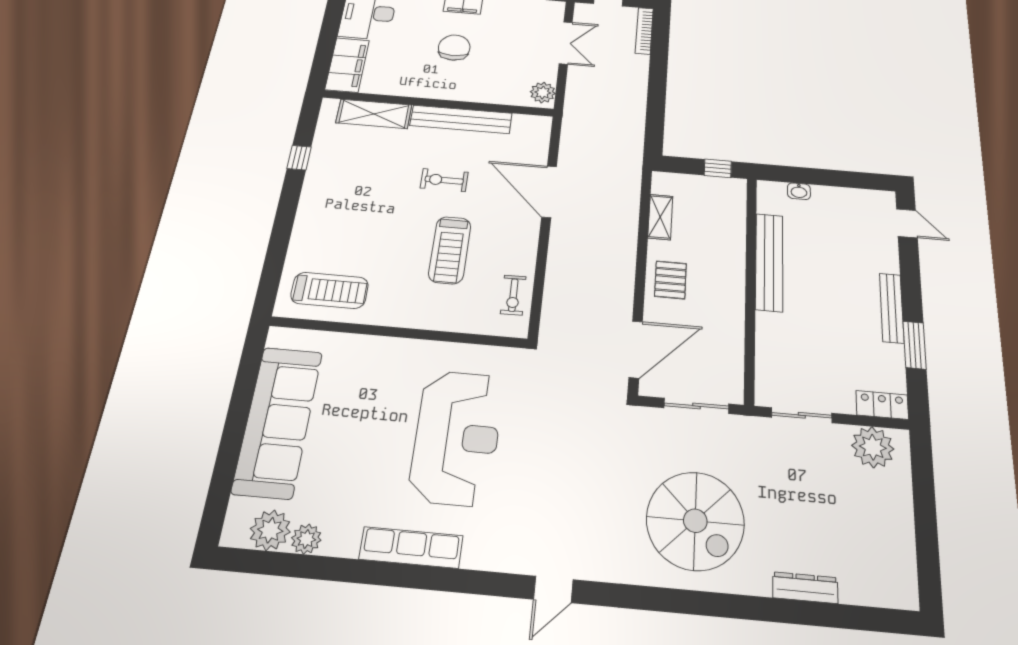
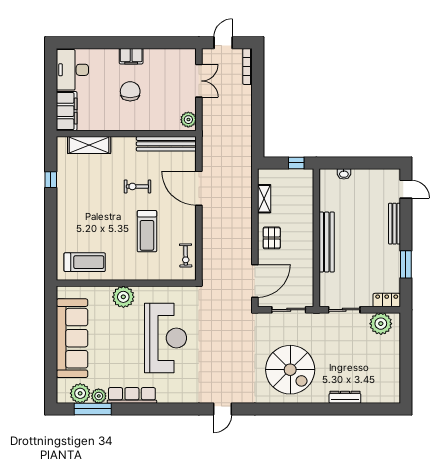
bench: (461, 119) -> (166, 144), moved
bench: (769, 262) -> (327, 242), moved
bench: (892, 308) -> (394, 224), moved
plant: (389, 356) -> (123, 297), added
row of seats: (411, 548) -> (132, 395), moved
window: (289, 565) -> (93, 409), added

